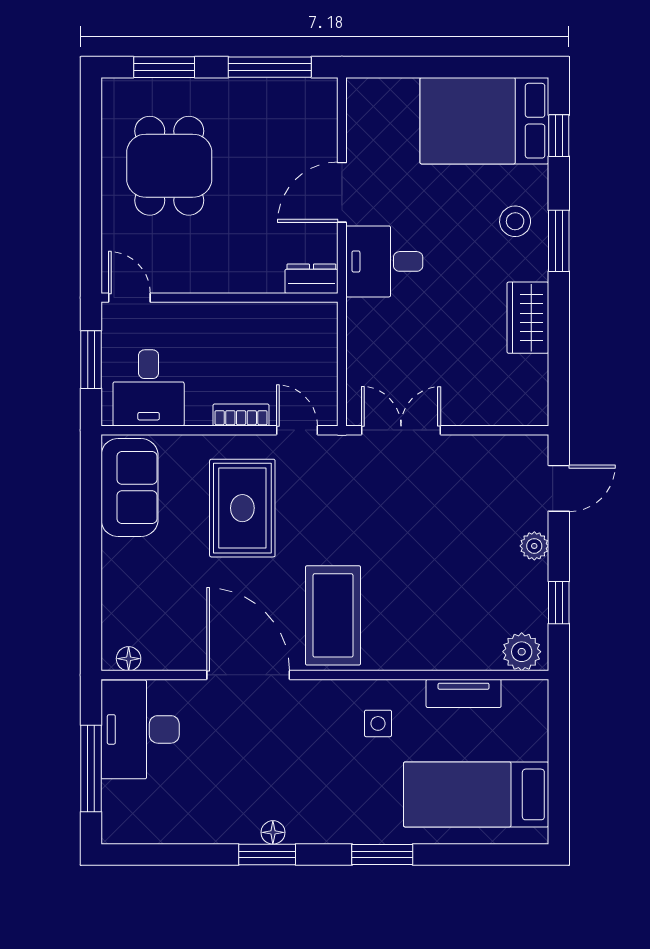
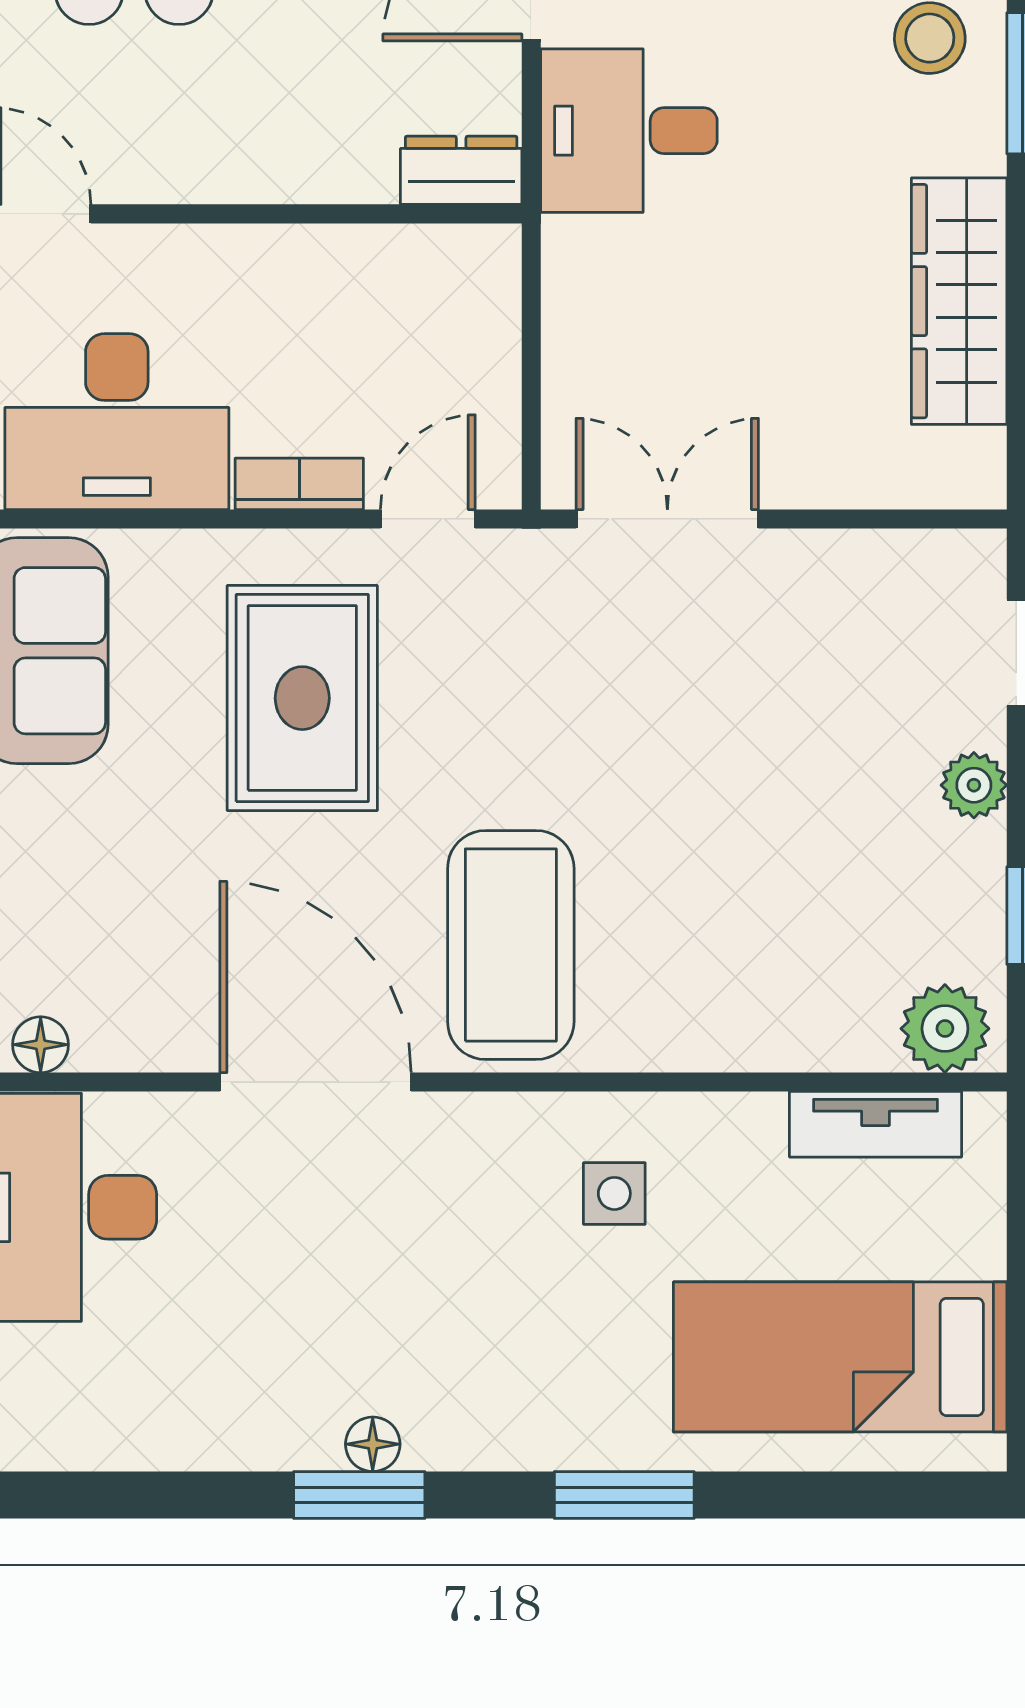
wardrobe: (528, 318) -> (959, 301), width x1.50
desk: (149, 388) -> (117, 422), width x1.37
door: (297, 430) -> (428, 519), hinge flipped
tv unit: (464, 693) -> (875, 1124), moved

